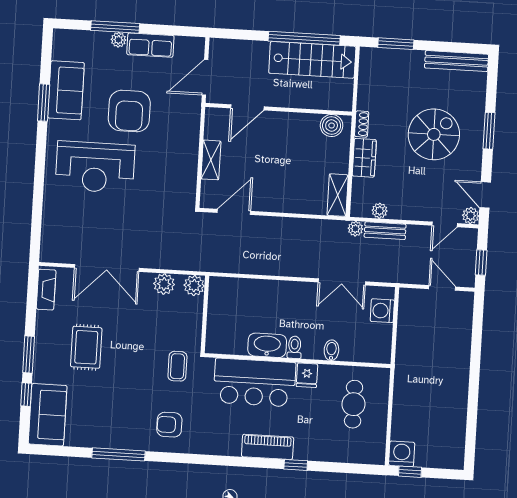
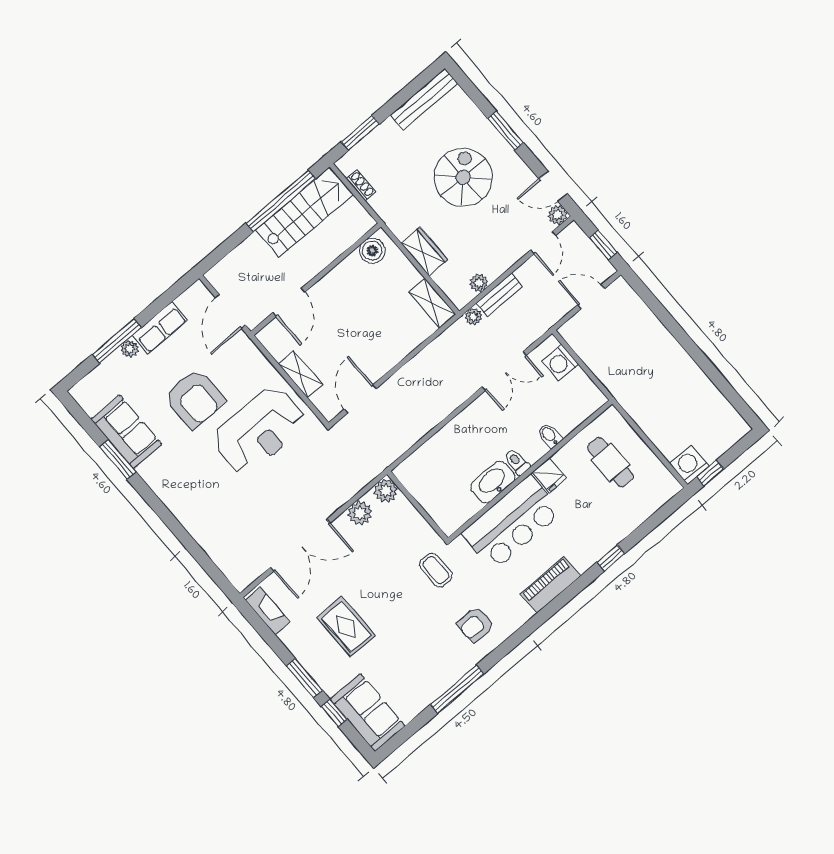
shoe rack: (362, 124) -> (361, 185), moved
reception desk: (95, 167) -> (259, 430), moved
piano: (268, 447) -> (551, 585), moved

